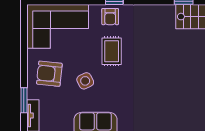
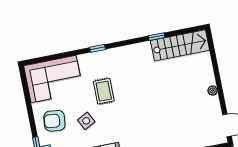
armchair: (110, 17) -> (97, 62), removed

